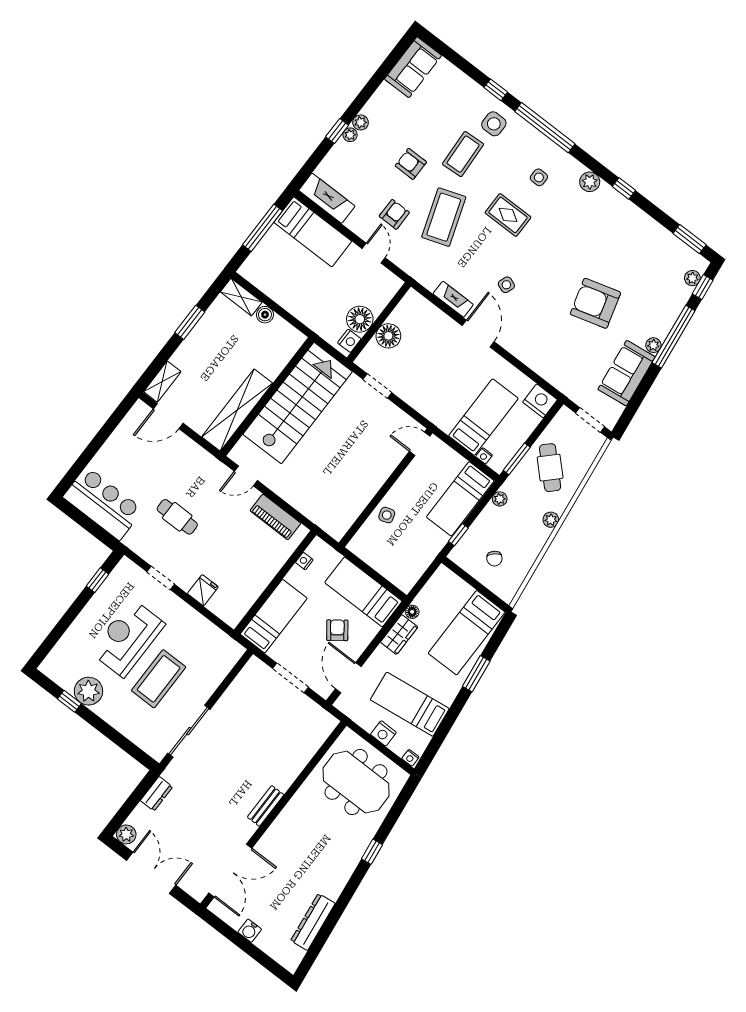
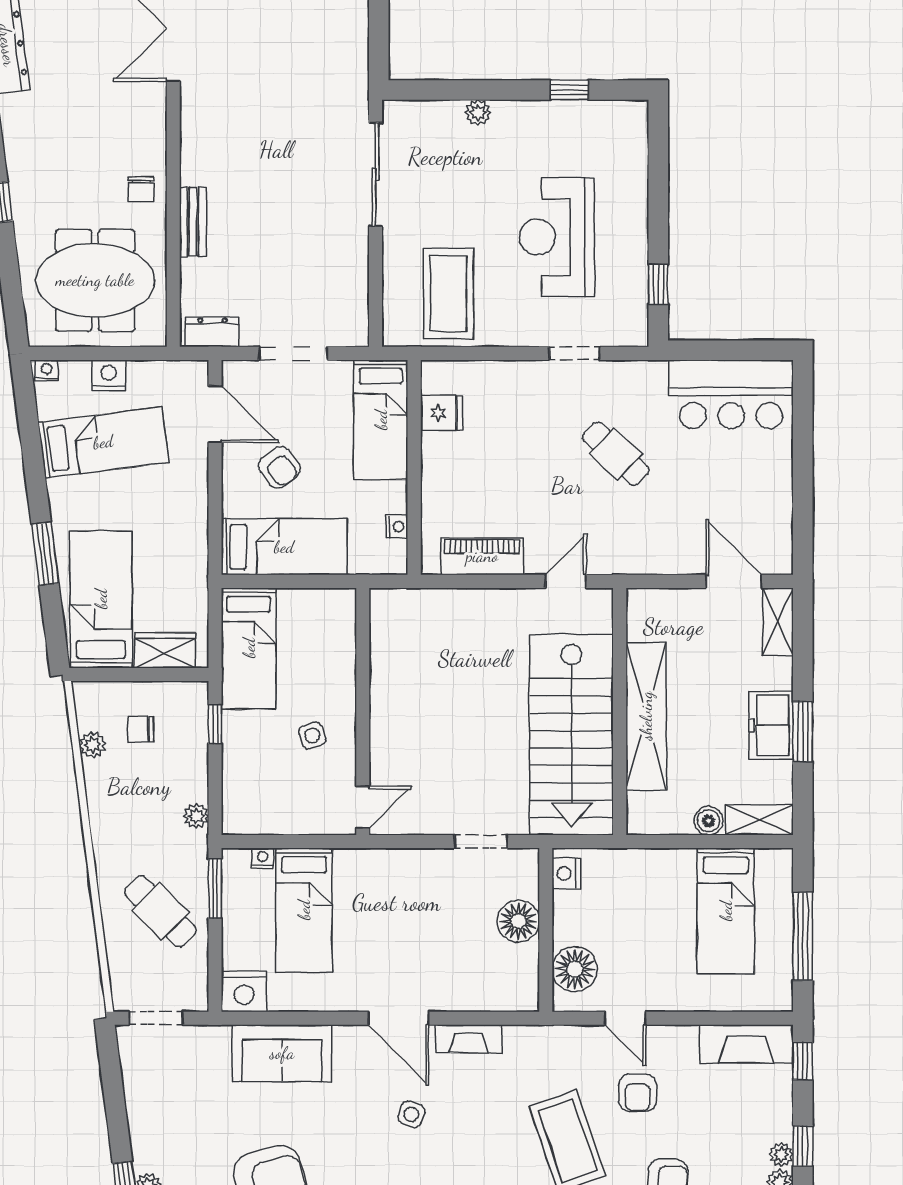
window: (307, 170) -> (803, 1061), added
bed: (313, 232) -> (726, 911), moved, turned -90
floor lamp: (360, 319) -> (575, 969), moved
freezer: (202, 336) -> (771, 725), added
sofa: (626, 373) -> (282, 1053), moved, turned 97
shelving: (237, 410) -> (646, 716), moved
door: (168, 416) -> (734, 581), hinge flipped
bed: (460, 499) -> (249, 648), moved, turned 180
side table: (387, 515) -> (312, 735), moved
cafe table: (177, 517) -> (616, 454), turned 43
plant: (551, 520) -> (92, 745), moved
chair: (494, 559) -> (141, 729), turned -49
fridge: (203, 590) -> (442, 413), moved, turned -90
floor lamp: (412, 612) -> (197, 571), removed
wardrobe: (399, 635) -> (165, 650), moved, turned 90
reception desk: (128, 638) -> (557, 237), turned 180
coffee table: (159, 679) -> (449, 294), moved
plant: (88, 691) -> (478, 113), moved, width x0.53, depth x0.53
dresser: (157, 794) -> (213, 332), moved, turned 90
bench: (266, 806) -> (193, 222), moved
chair: (302, 808) -> (141, 189), added

